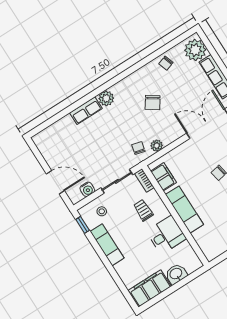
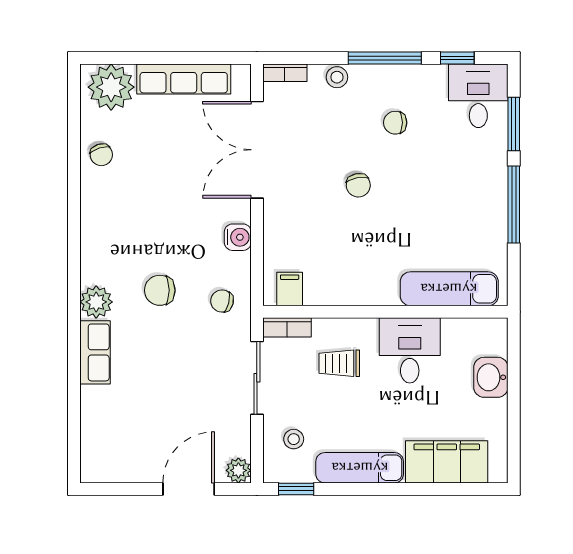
chair: (153, 102) -> (160, 290), moved, turned 146
plant: (157, 146) -> (238, 470), moved
filing cabinet: (163, 177) -> (290, 289), width x0.50
water cooler: (87, 189) -> (238, 237), moved
exam couch: (184, 210) -> (449, 289), moved
filing cabinet: (150, 288) -> (447, 462), moved, turned 90

